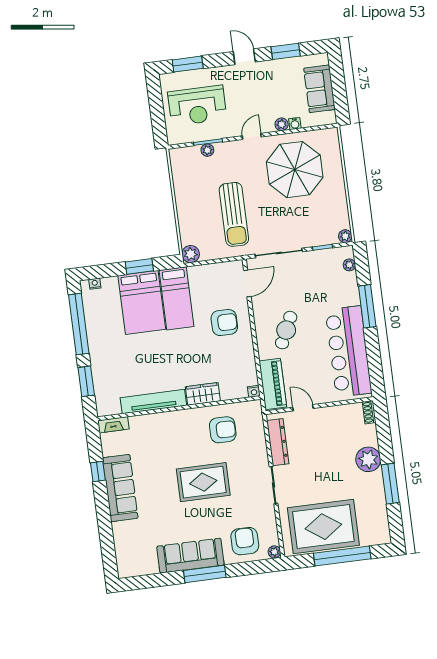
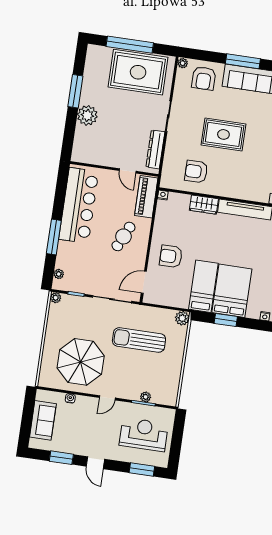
plant: (282, 124) -> (81, 401), removed
sun lounger: (234, 214) -> (139, 340), turned -90
shoe rack: (369, 412) -> (76, 153), removed

